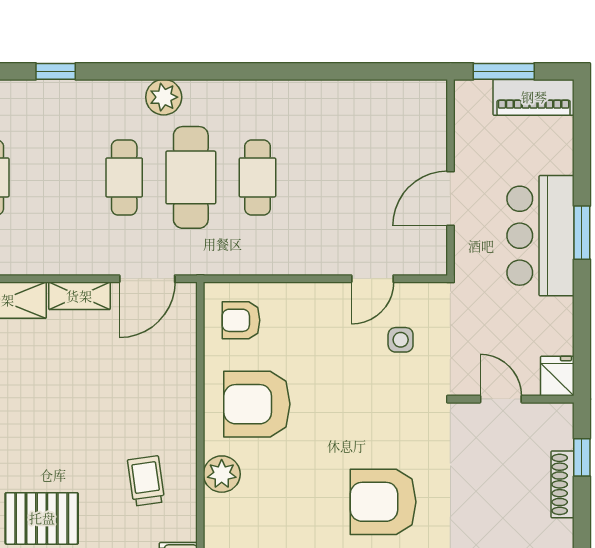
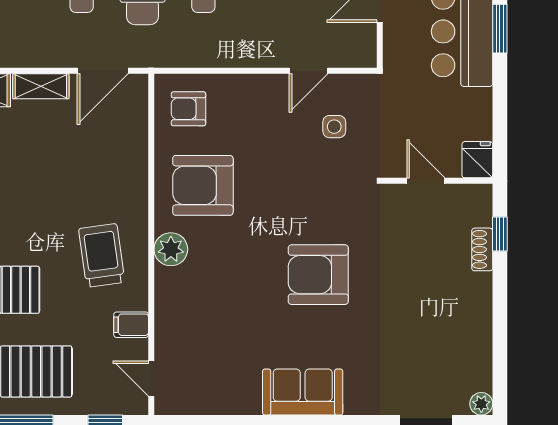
trolley: (146, 481) -> (102, 255), width x1.36, depth x1.39
shoe rack: (563, 484) -> (482, 249), width x0.70

